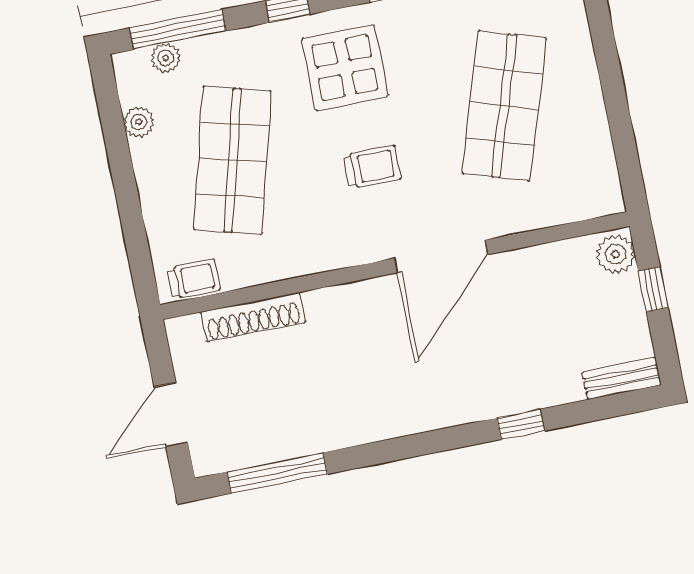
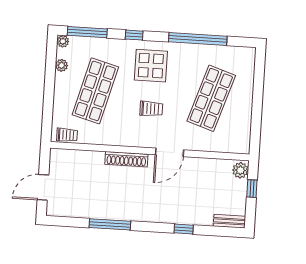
plant: (166, 58) -> (63, 41), moved
door: (441, 256) -> (169, 152), width x0.73
shoe rack: (253, 317) -> (126, 159), moved
window: (277, 473) -> (110, 224), moved

